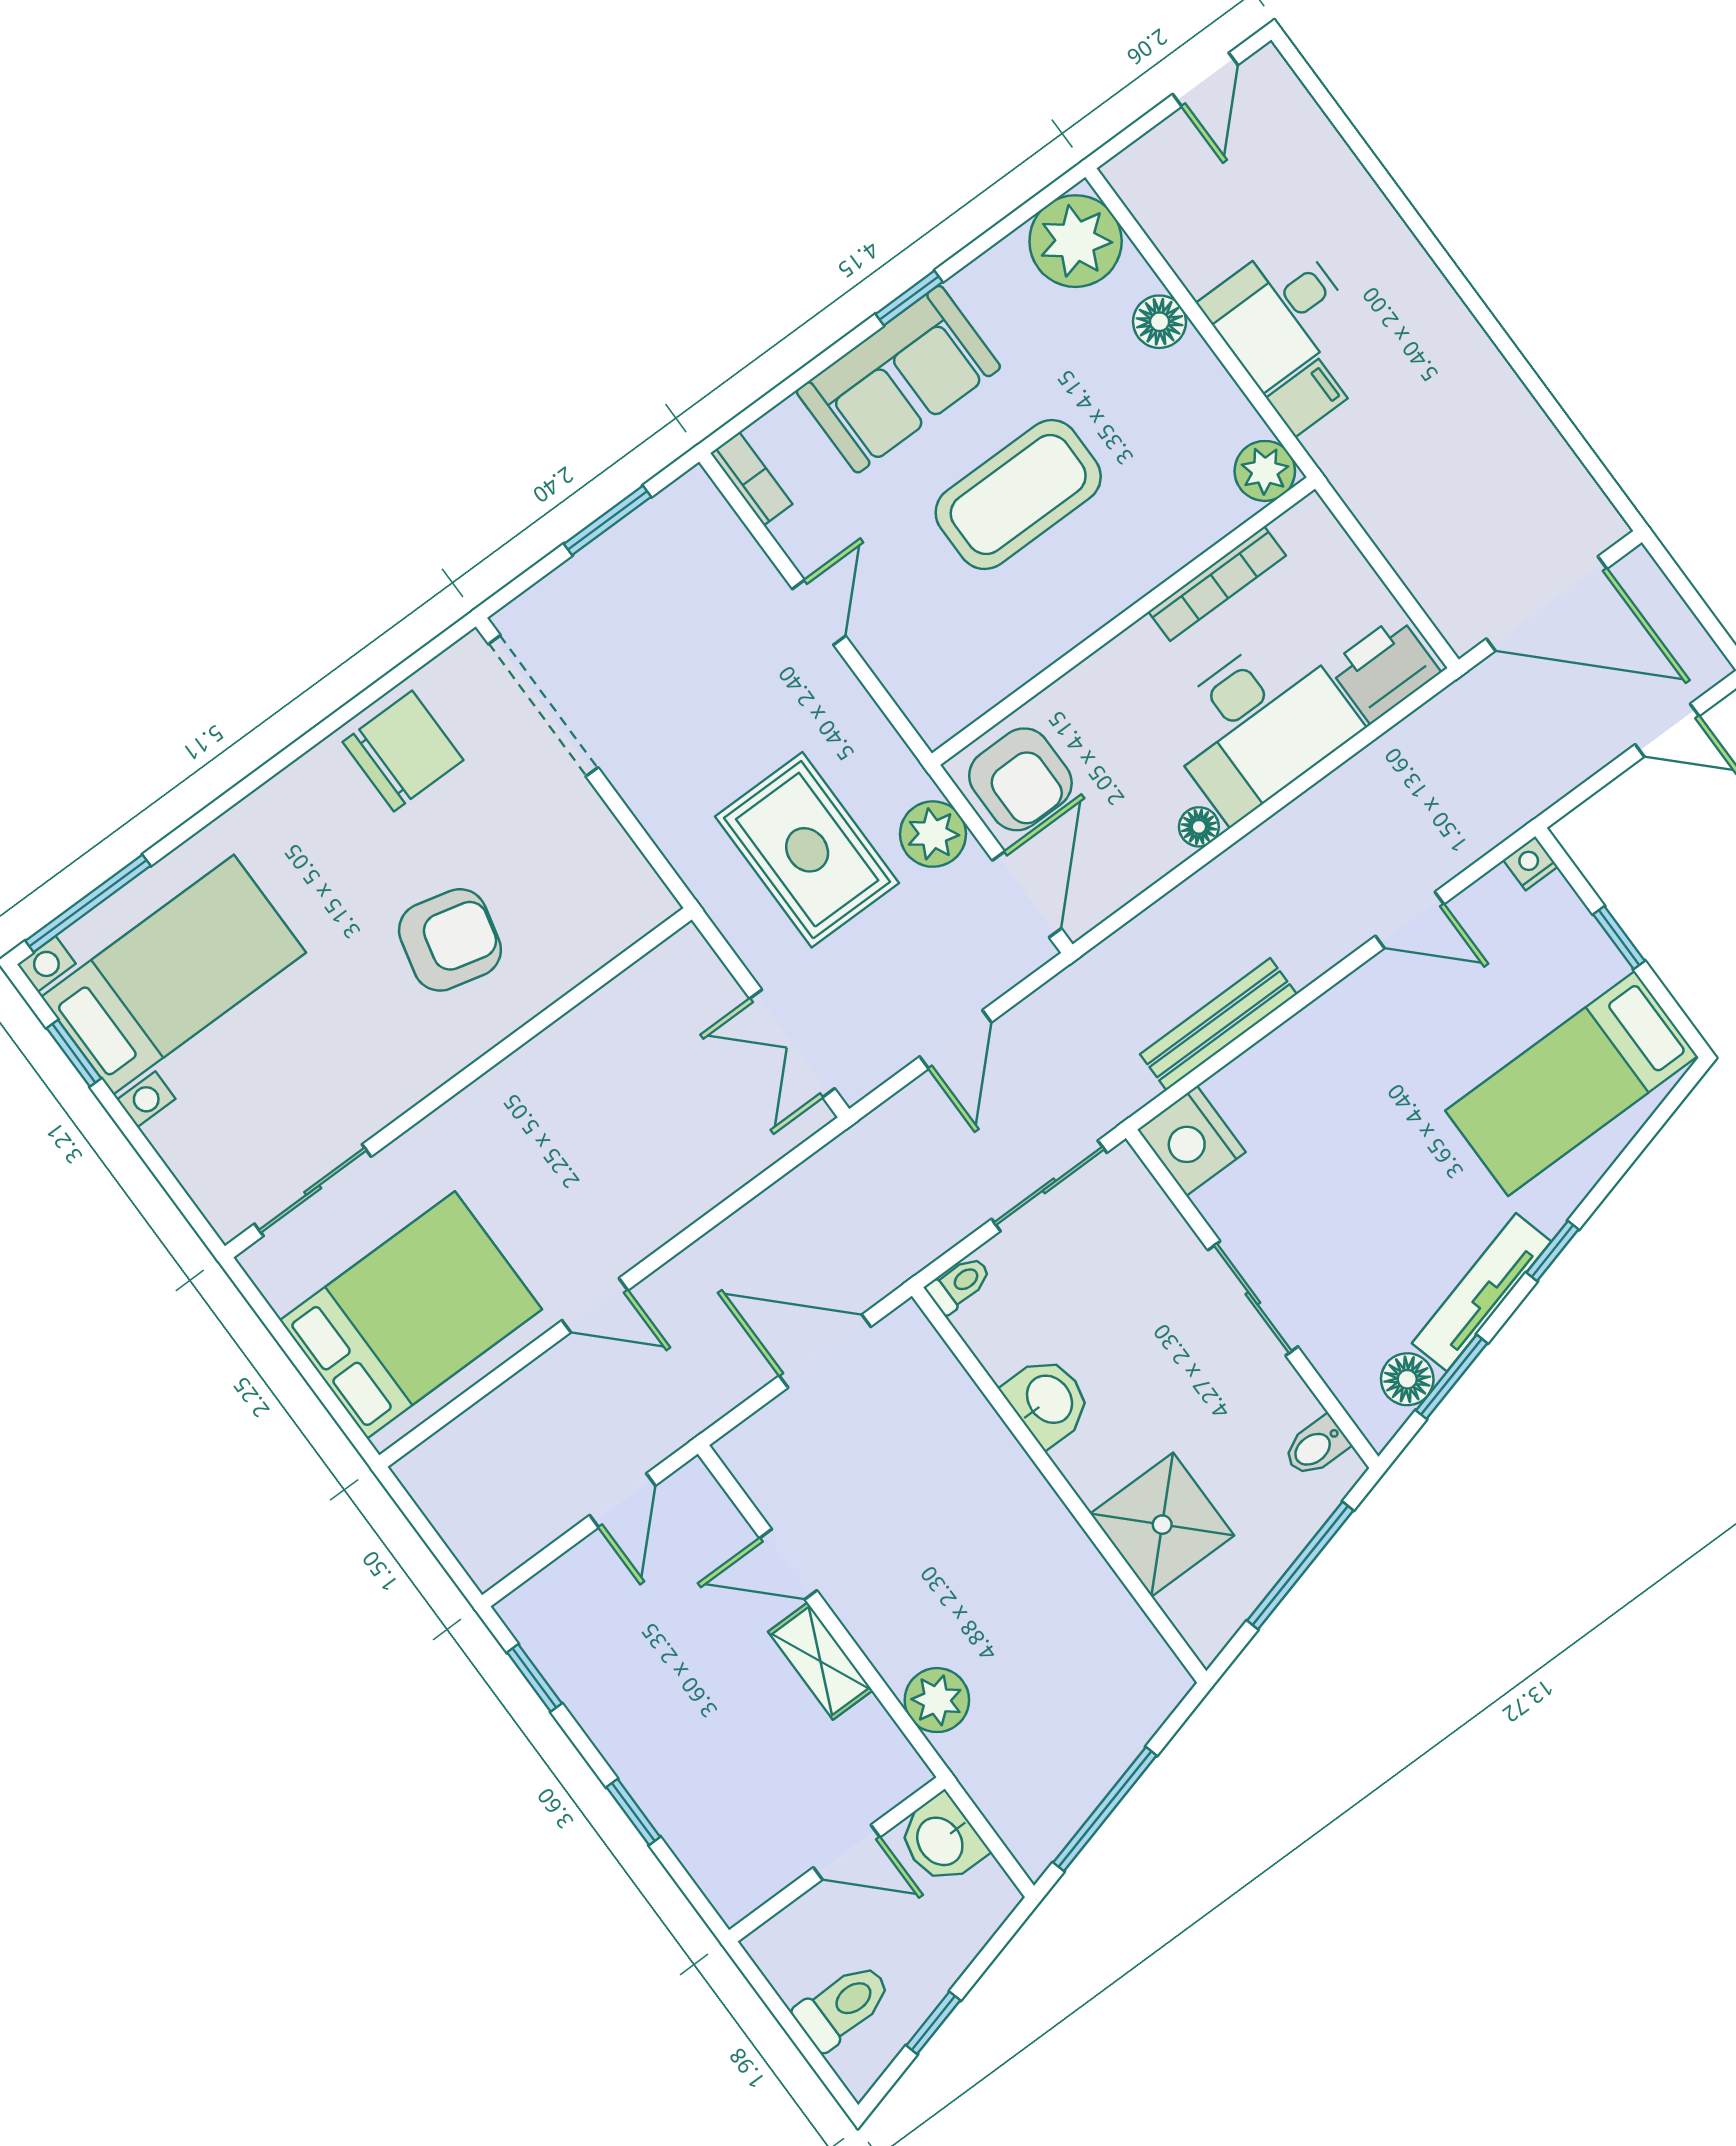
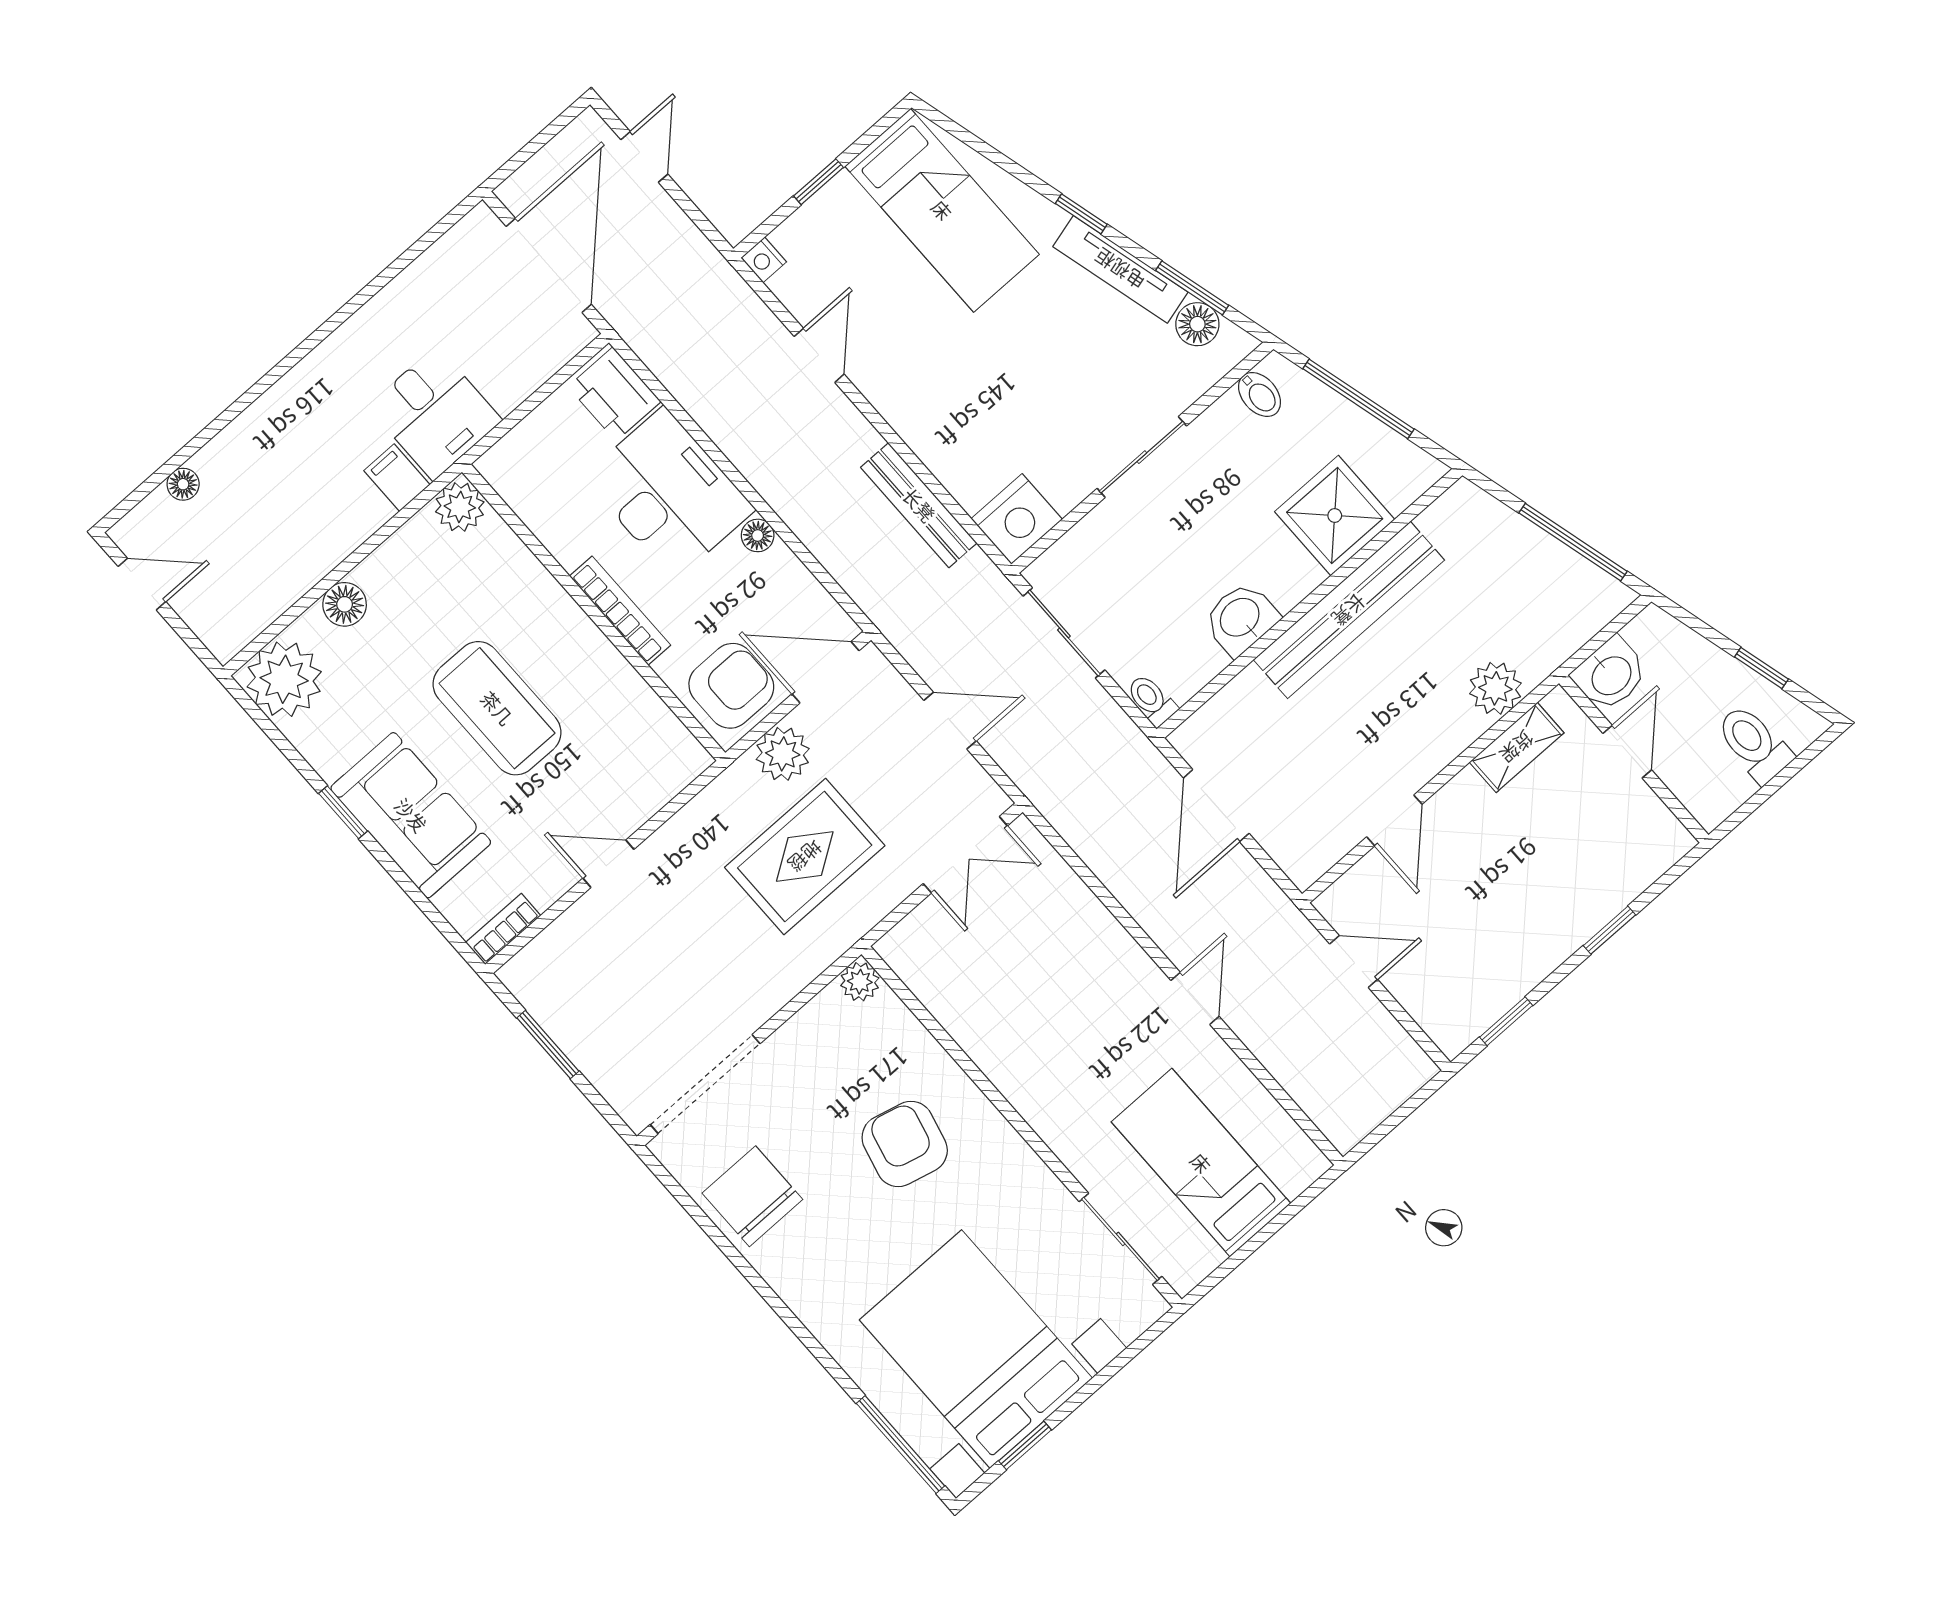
floor lamp: (1321, 140) -> (183, 484), added
desk: (1278, 312) -> (435, 413), moved
bookcase: (1217, 584) -> (620, 611), moved
plant: (650, 903) -> (860, 982), added
bed with nightstands: (174, 975) -> (976, 1349), width x1.36
bed: (411, 1315) -> (1201, 1163), width x0.67
bench: (1047, 1532) -> (1349, 610), added
shelving: (820, 1661) -> (1517, 747), moved

